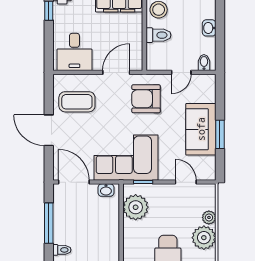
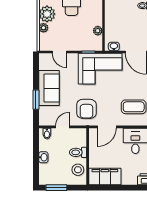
armchair: (146, 99) -> (86, 109), turned 90
window: (220, 134) -> (36, 100), moved
plant: (136, 207) -> (98, 31), width x0.53, depth x0.53

